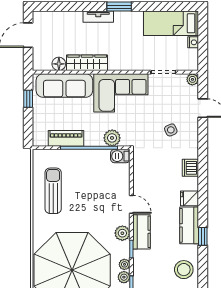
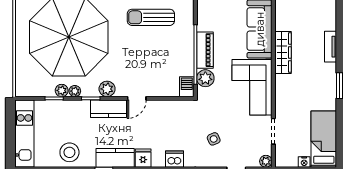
tv unit: (98, 17) -> (331, 47), moved
floor lamp: (59, 64) -> (282, 23), removed
piano: (66, 138) -> (205, 50), moved
sun lounger: (53, 191) -> (151, 17), turned 180

